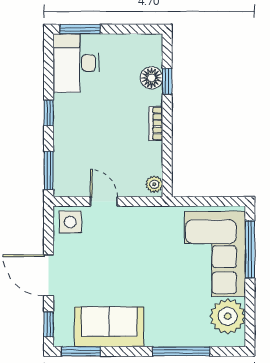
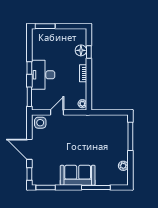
desk: (76, 63) -> (43, 75), moved
door: (104, 201) -> (57, 112), hinge flipped
corner sofa: (215, 254) -> (113, 139), removed
plant: (228, 316) -> (123, 166), width x0.53, depth x0.53
sofa: (109, 327) -> (78, 175), moved

